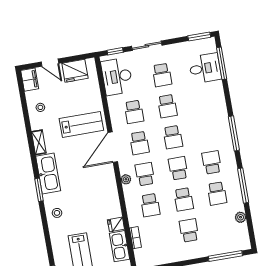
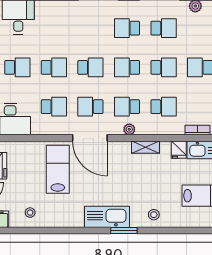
shelving: (39, 142) -> (146, 147), moved
school desk: (139, 143) -> (90, 107), turned 180

